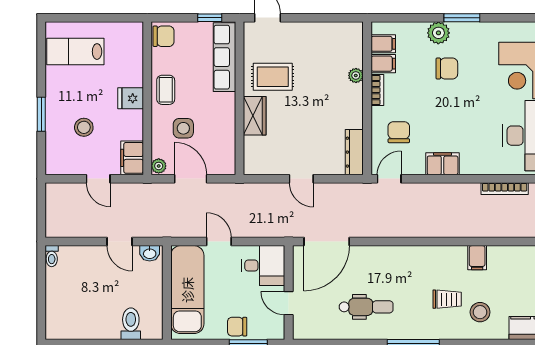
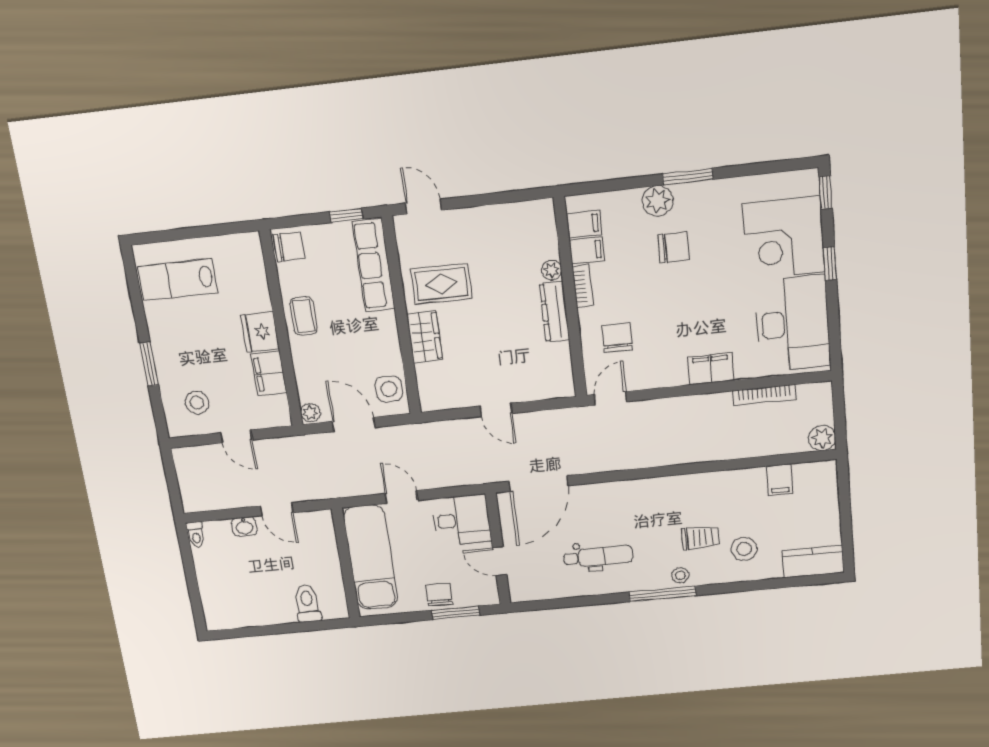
fridge: (131, 98) -> (260, 332), width x1.38
stool: (84, 127) -> (197, 403), moved
side table: (183, 128) -> (389, 389), moved
dresser: (354, 152) -> (555, 312), moved
filing cabinet: (132, 158) -> (269, 374), moved
filing cabinet: (443, 164) -> (711, 369), moved
washbasin: (150, 253) -> (244, 526), moved
filing cabinet: (477, 258) -> (780, 480), moved
chair: (237, 327) -> (439, 595), turned 90
stool: (429, 329) -> (680, 575), added

